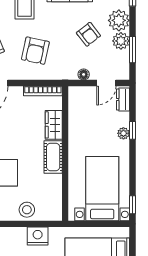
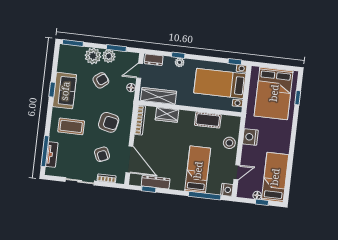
door: (106, 83) -> (140, 71), swing flipped
wardrobe: (77, 111) -> (159, 96), added
cot: (53, 157) -> (208, 120), moved

